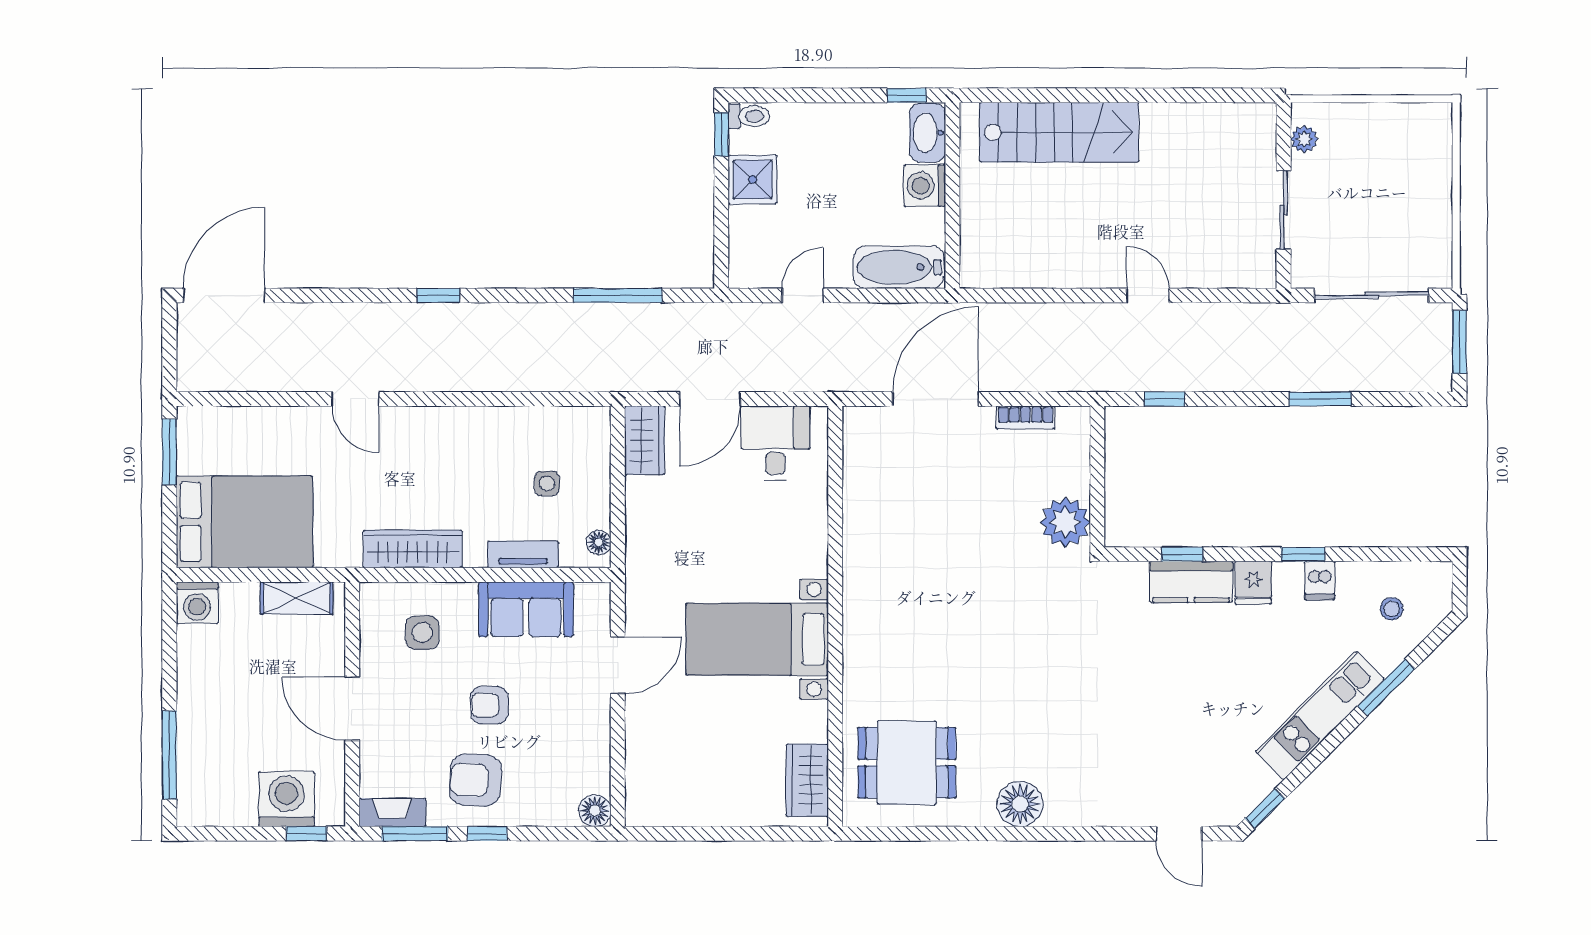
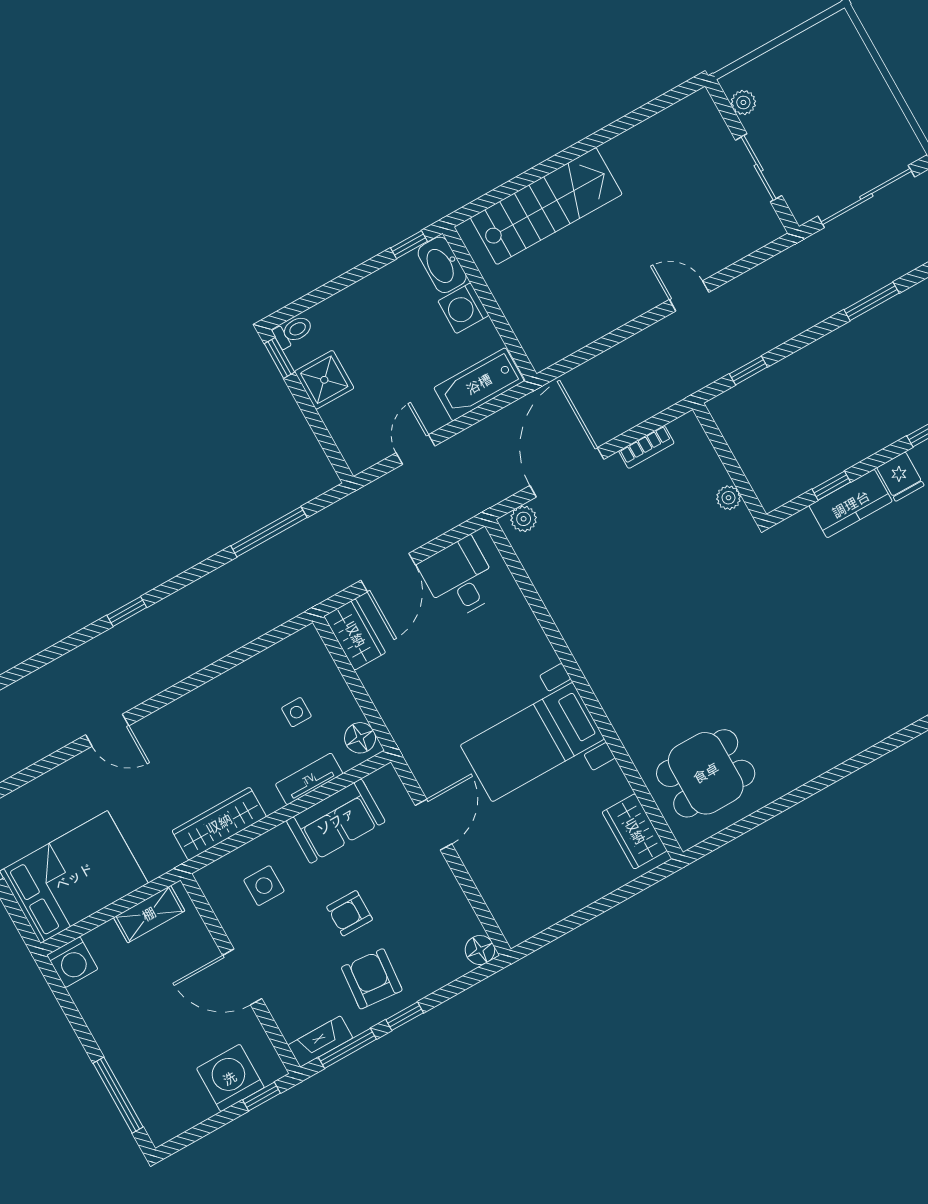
plant: (869, 420) -> (524, 519), added
plant: (1065, 522) -> (728, 498), width x0.53, depth x0.53
floor lamp: (599, 542) -> (360, 738), width x1.37, depth x1.37
armchair: (476, 780) -> (372, 979), turned 92
floor lamp: (1020, 804) -> (814, 756), removed

